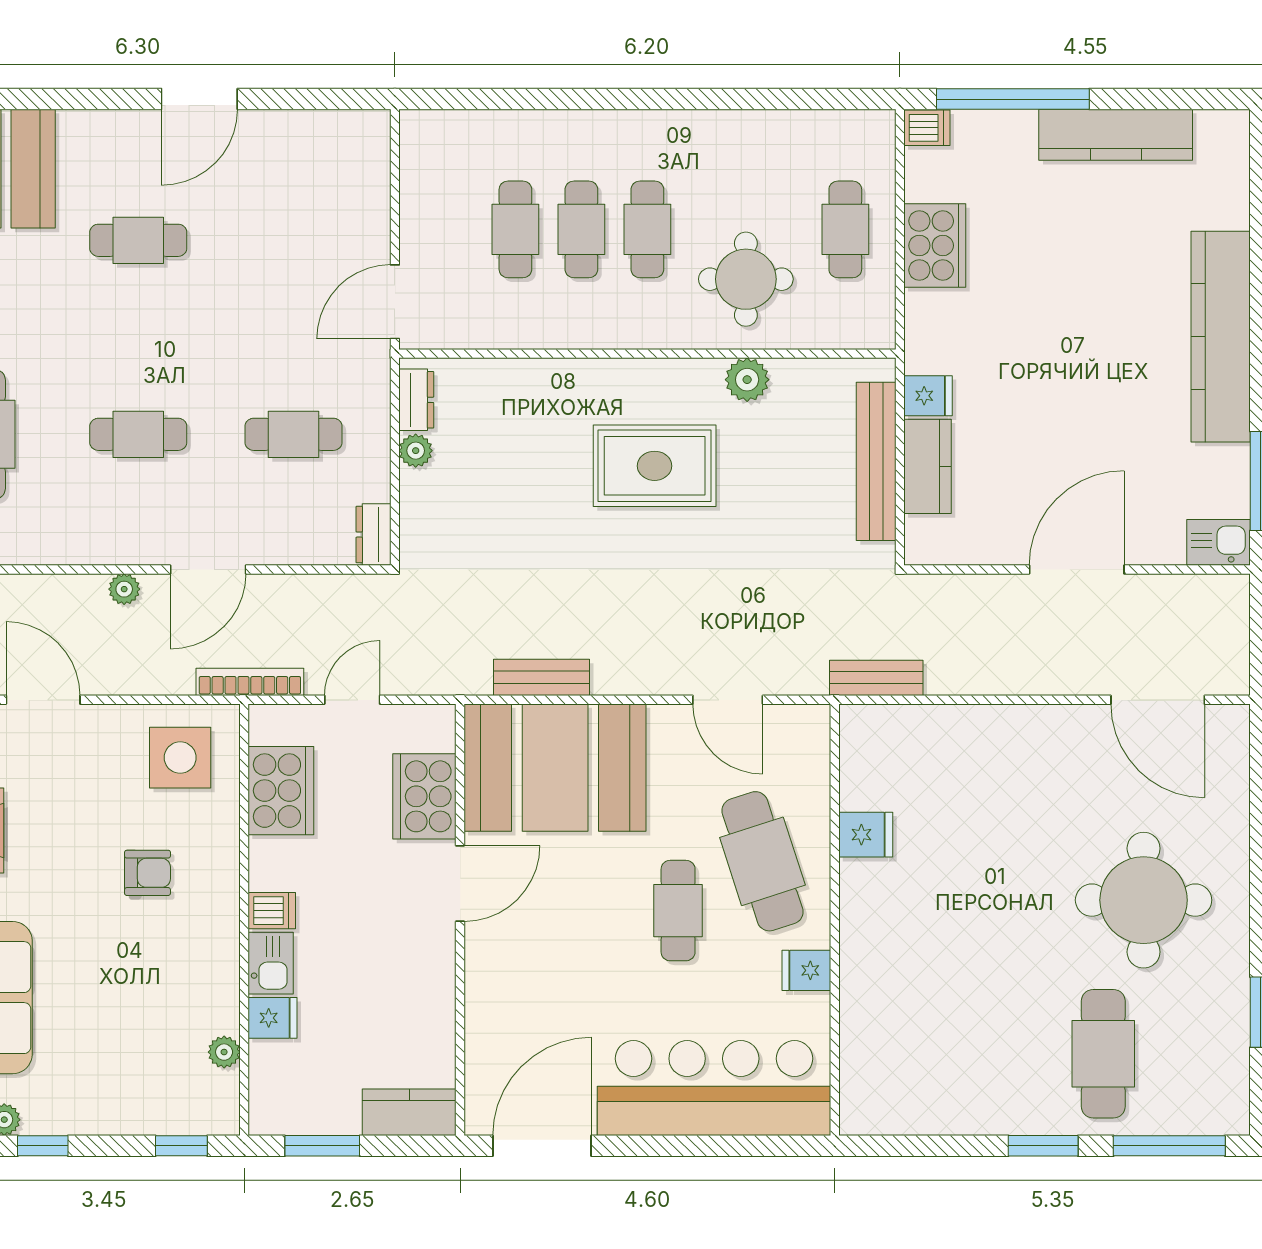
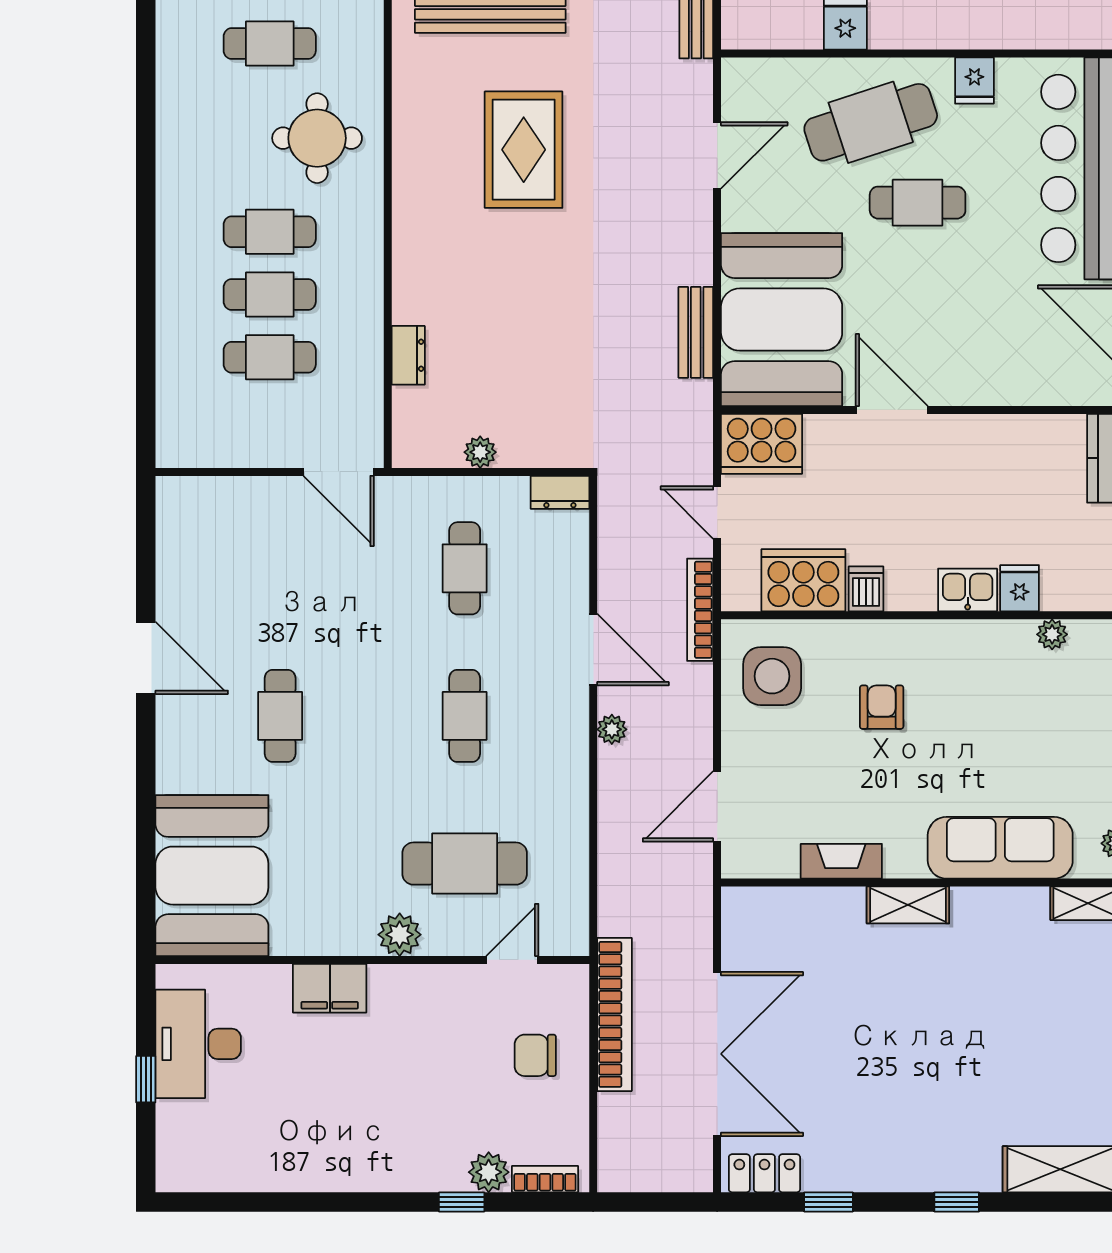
plant: (747, 380) -> (413, 137), removed
dresser: (416, 400) -> (408, 355), moved, turned 90
rug: (655, 466) -> (524, 150), moved
cooker: (424, 796) -> (762, 444), moved
dishwasher: (272, 911) -> (866, 589), moved

